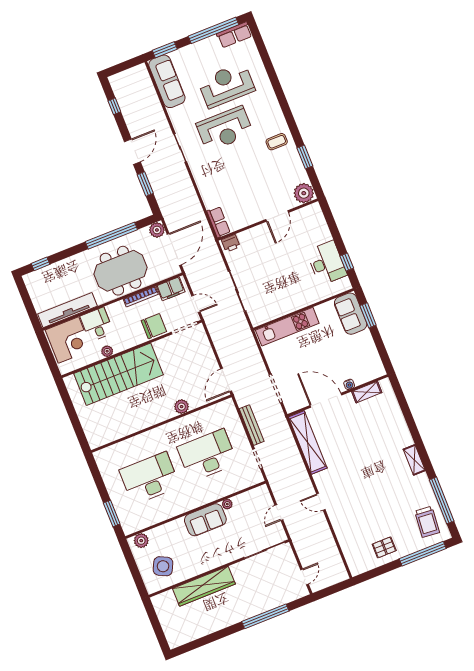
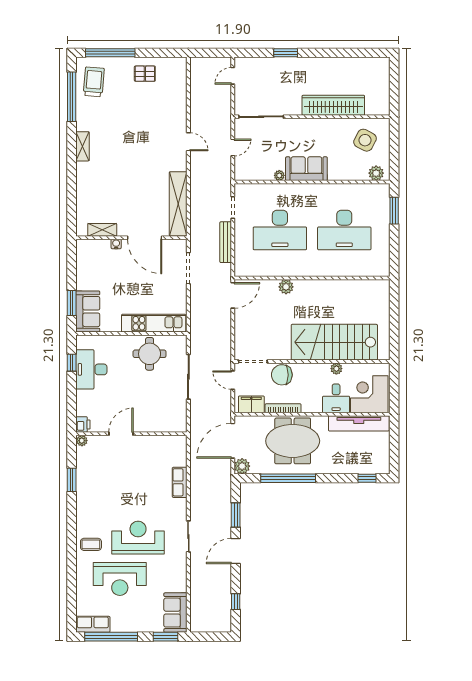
sofa: (167, 81) -> (175, 613), width x0.73
coffee table: (277, 142) -> (91, 544), moved
plant: (304, 193) -> (82, 441), width x0.53, depth x0.53
row of seats: (219, 222) -> (180, 482), moved
printer: (231, 243) -> (83, 424), moved, turned 90
round table: (280, 298) -> (150, 354), added
window: (265, 616) -> (286, 53), width x0.47

